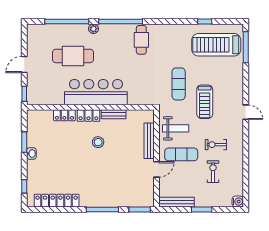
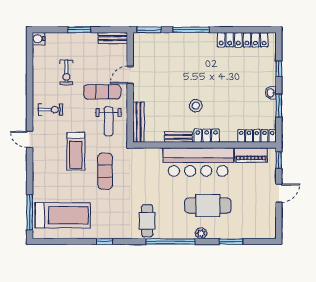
window: (67, 21) -> (231, 242), width x0.47
window: (205, 21) -> (104, 242), moved
cafe table: (73, 56) -> (208, 206), moved
piano: (49, 98) -> (251, 155), added
treadmill: (205, 102) -> (76, 151), turned 180
locker: (64, 115) -> (257, 136), moved, width x1.53
weight bench: (176, 128) -> (108, 121), turned -90
bench: (149, 141) -> (138, 122), moved
exercise bike: (216, 145) -> (50, 110), moved
window: (24, 186) -> (279, 69), moved
bench: (177, 202) -> (113, 38), width x0.73

